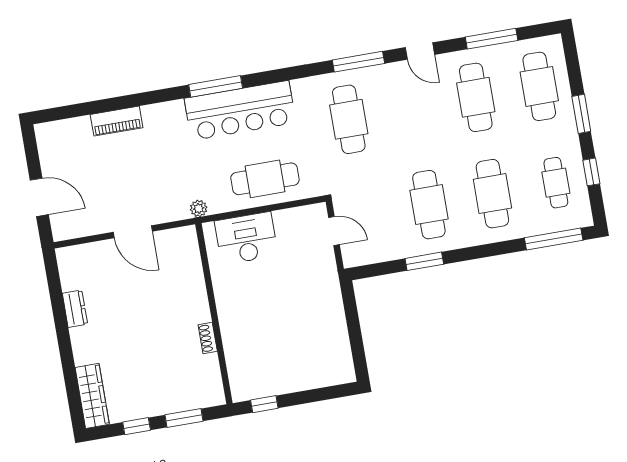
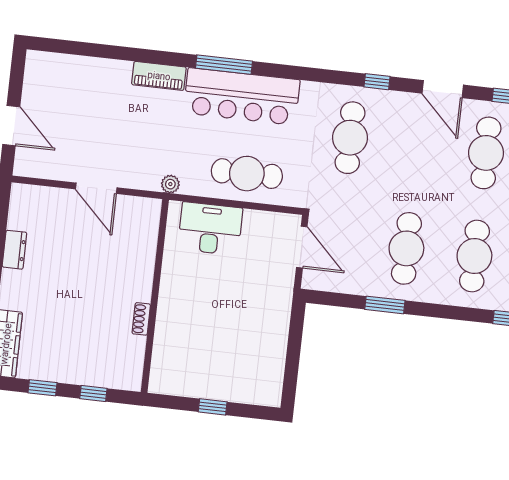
door: (420, 51) -> (443, 89), width x1.38
window: (358, 62) -> (377, 82), width x0.46
piano: (117, 121) -> (159, 76), moved
door: (334, 231) -> (302, 247), width x1.38
window: (264, 404) -> (213, 407), moved
window: (184, 418) -> (93, 393), width x0.67

